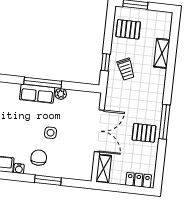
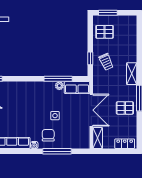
shelving: (162, 53) -> (132, 74), moved
window: (43, 83) -> (58, 79), moved
row of seats: (37, 94) -> (77, 88), moved
window: (48, 180) -> (57, 151), width x1.44

